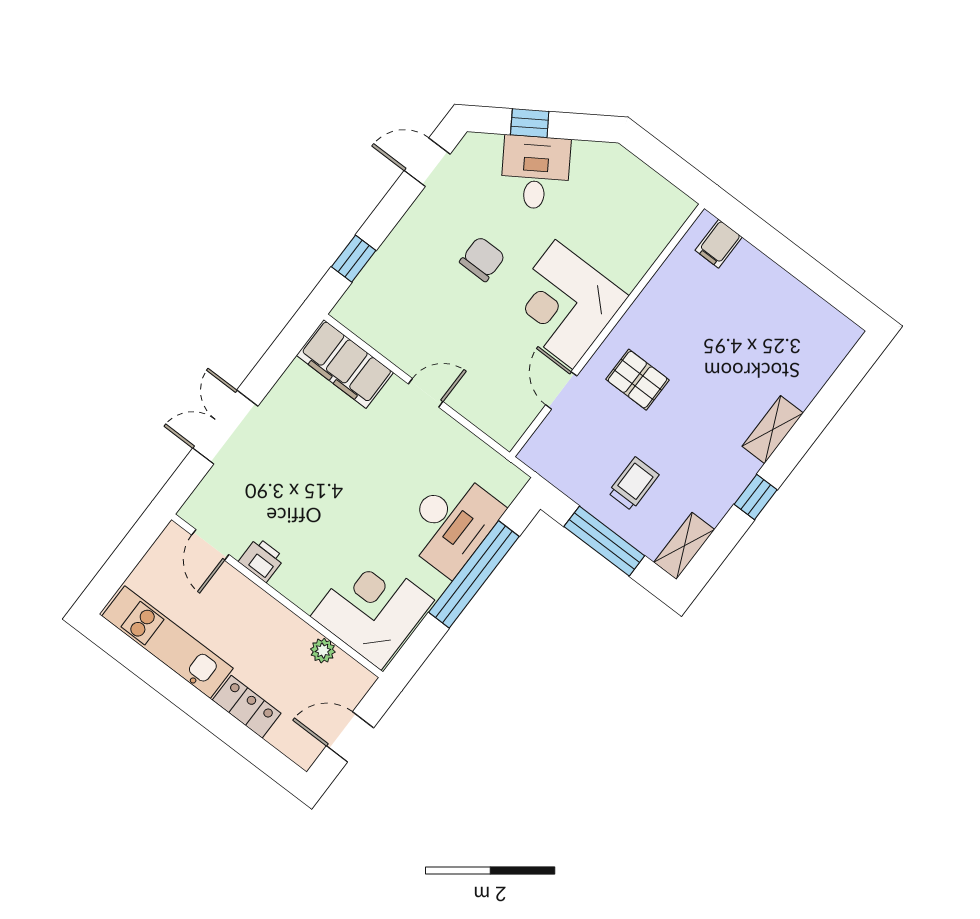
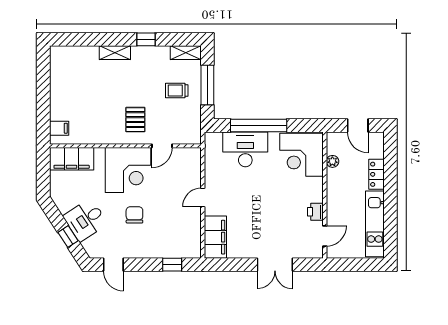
filing cabinet: (653, 226) -> (72, 159), added
chair: (482, 259) -> (134, 215), turned 90
door: (426, 393) -> (203, 197), hinge flipped

